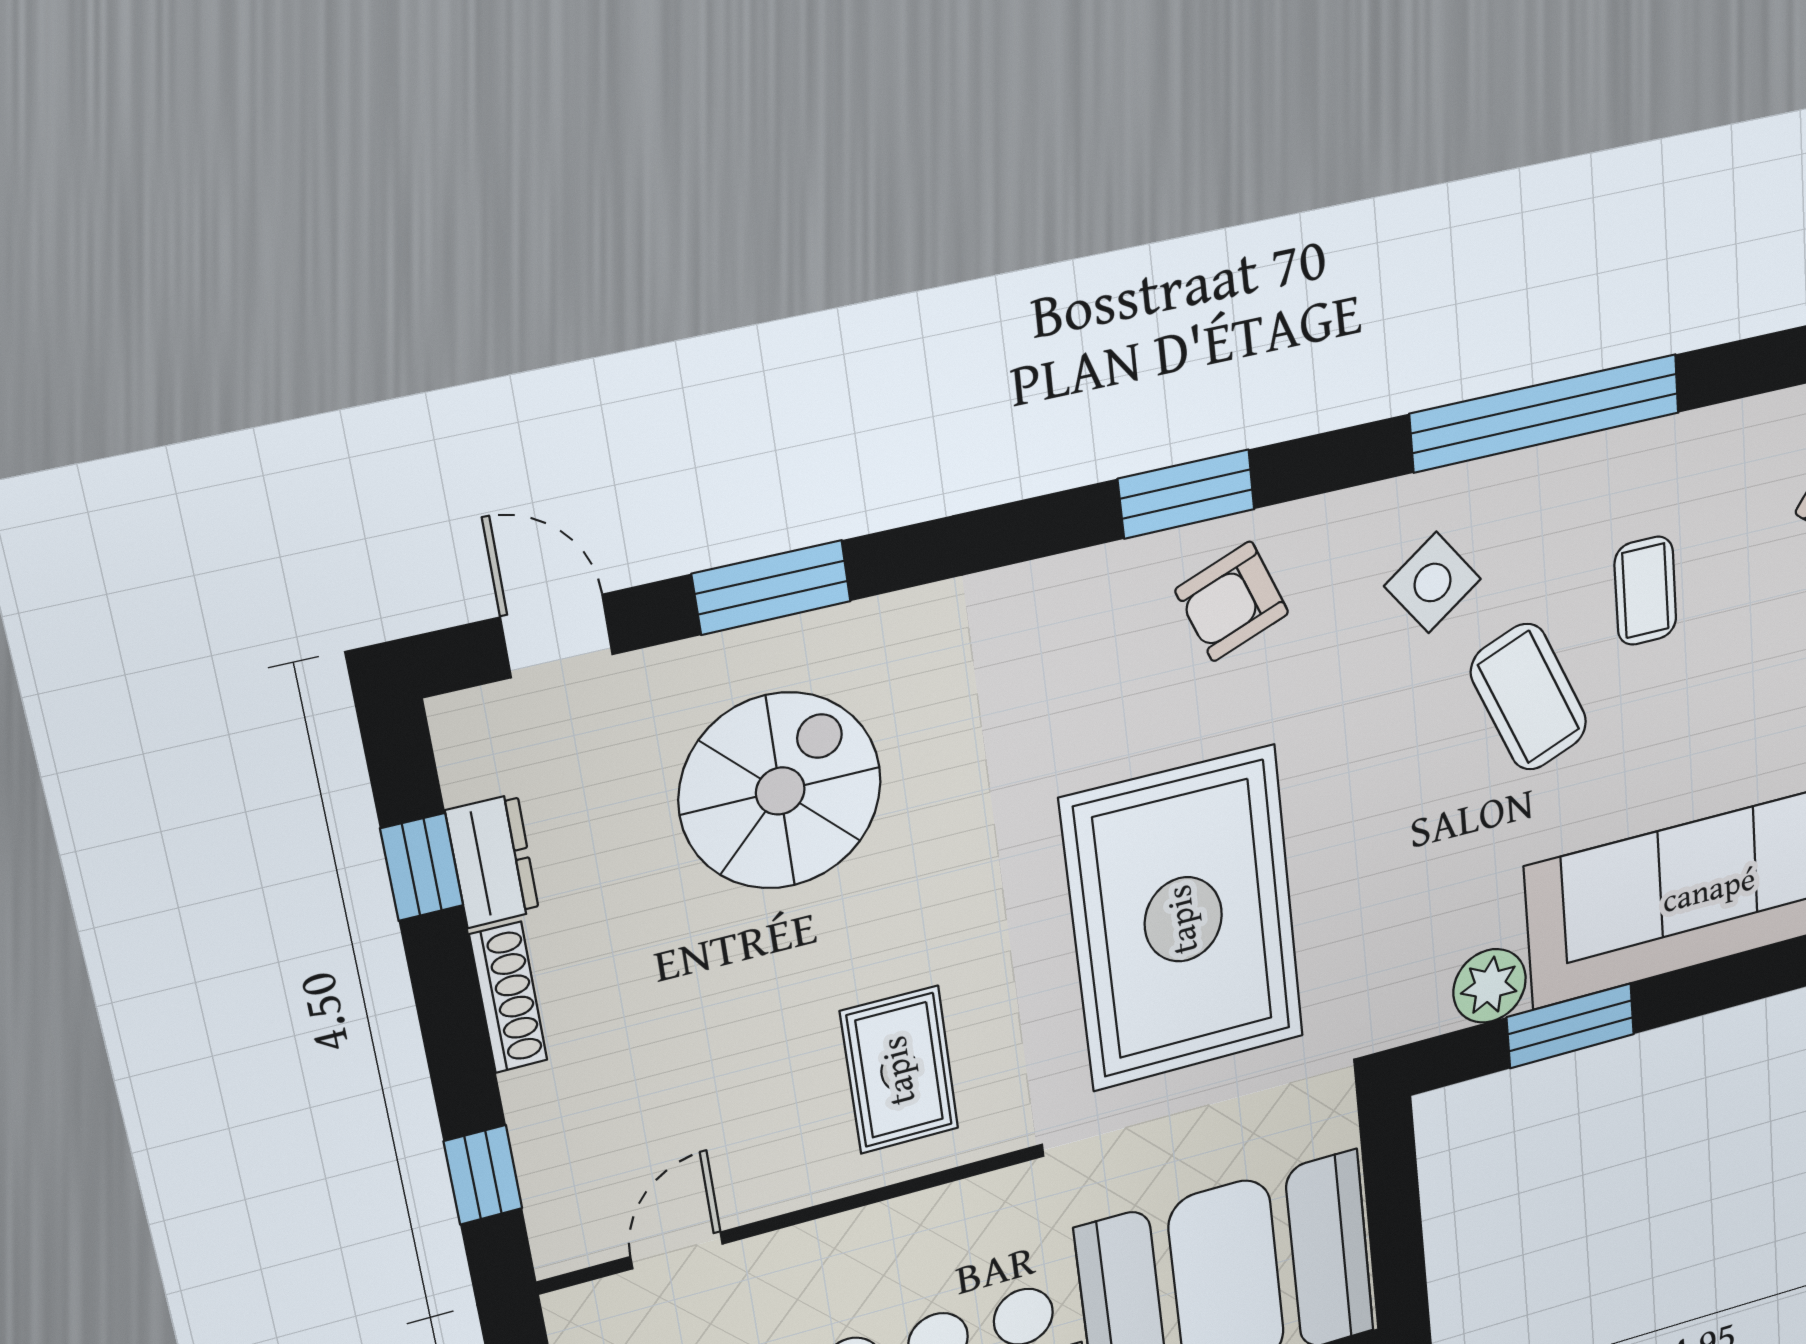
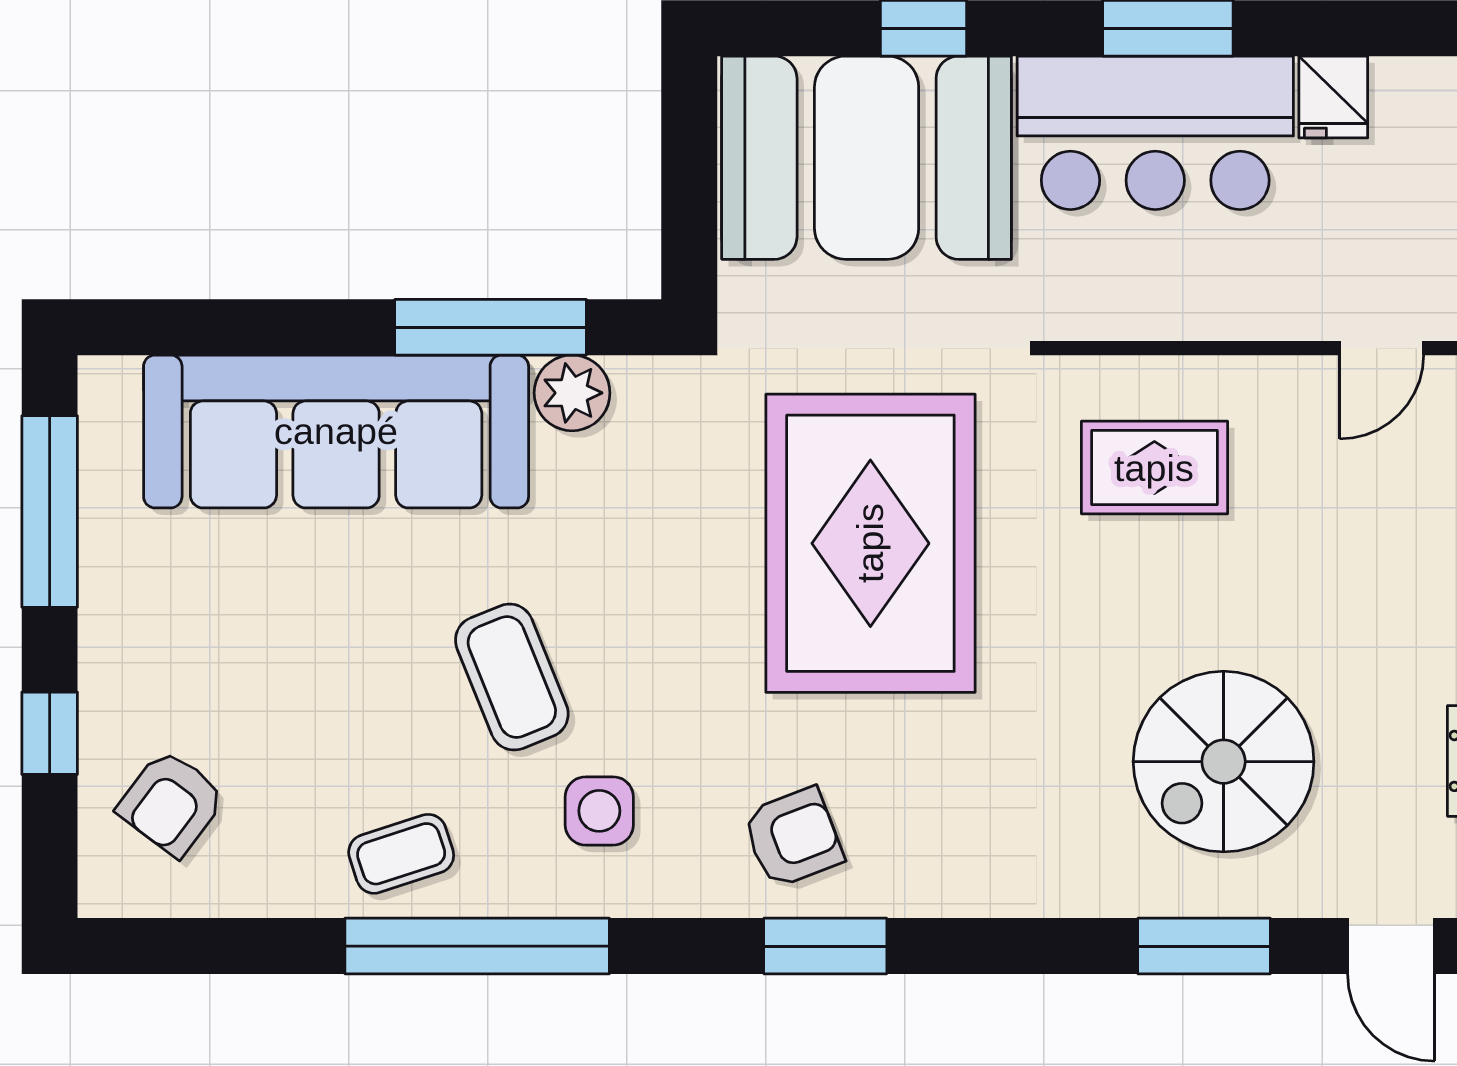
side table: (1432, 583) -> (599, 811), turned 36
coffee table: (1645, 591) -> (401, 854), moved, turned 72
window: (1571, 1026) -> (491, 327), width x1.44
rug: (899, 1070) -> (1154, 468), turned 90

